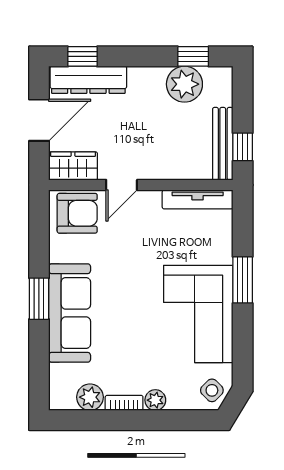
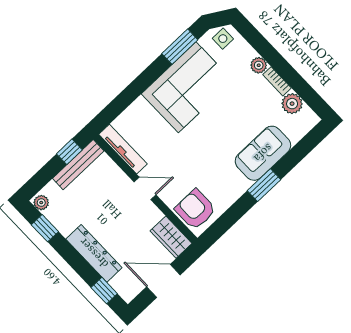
dresser: (88, 80) -> (94, 253), moved
plant: (184, 84) -> (41, 203), moved, width x0.53, depth x0.53
door: (122, 185) -> (145, 188), moved
window: (243, 280) -> (180, 47), moved
sofa: (70, 313) -> (263, 153), width x0.73
side table: (212, 390) -> (223, 39), turned 45

